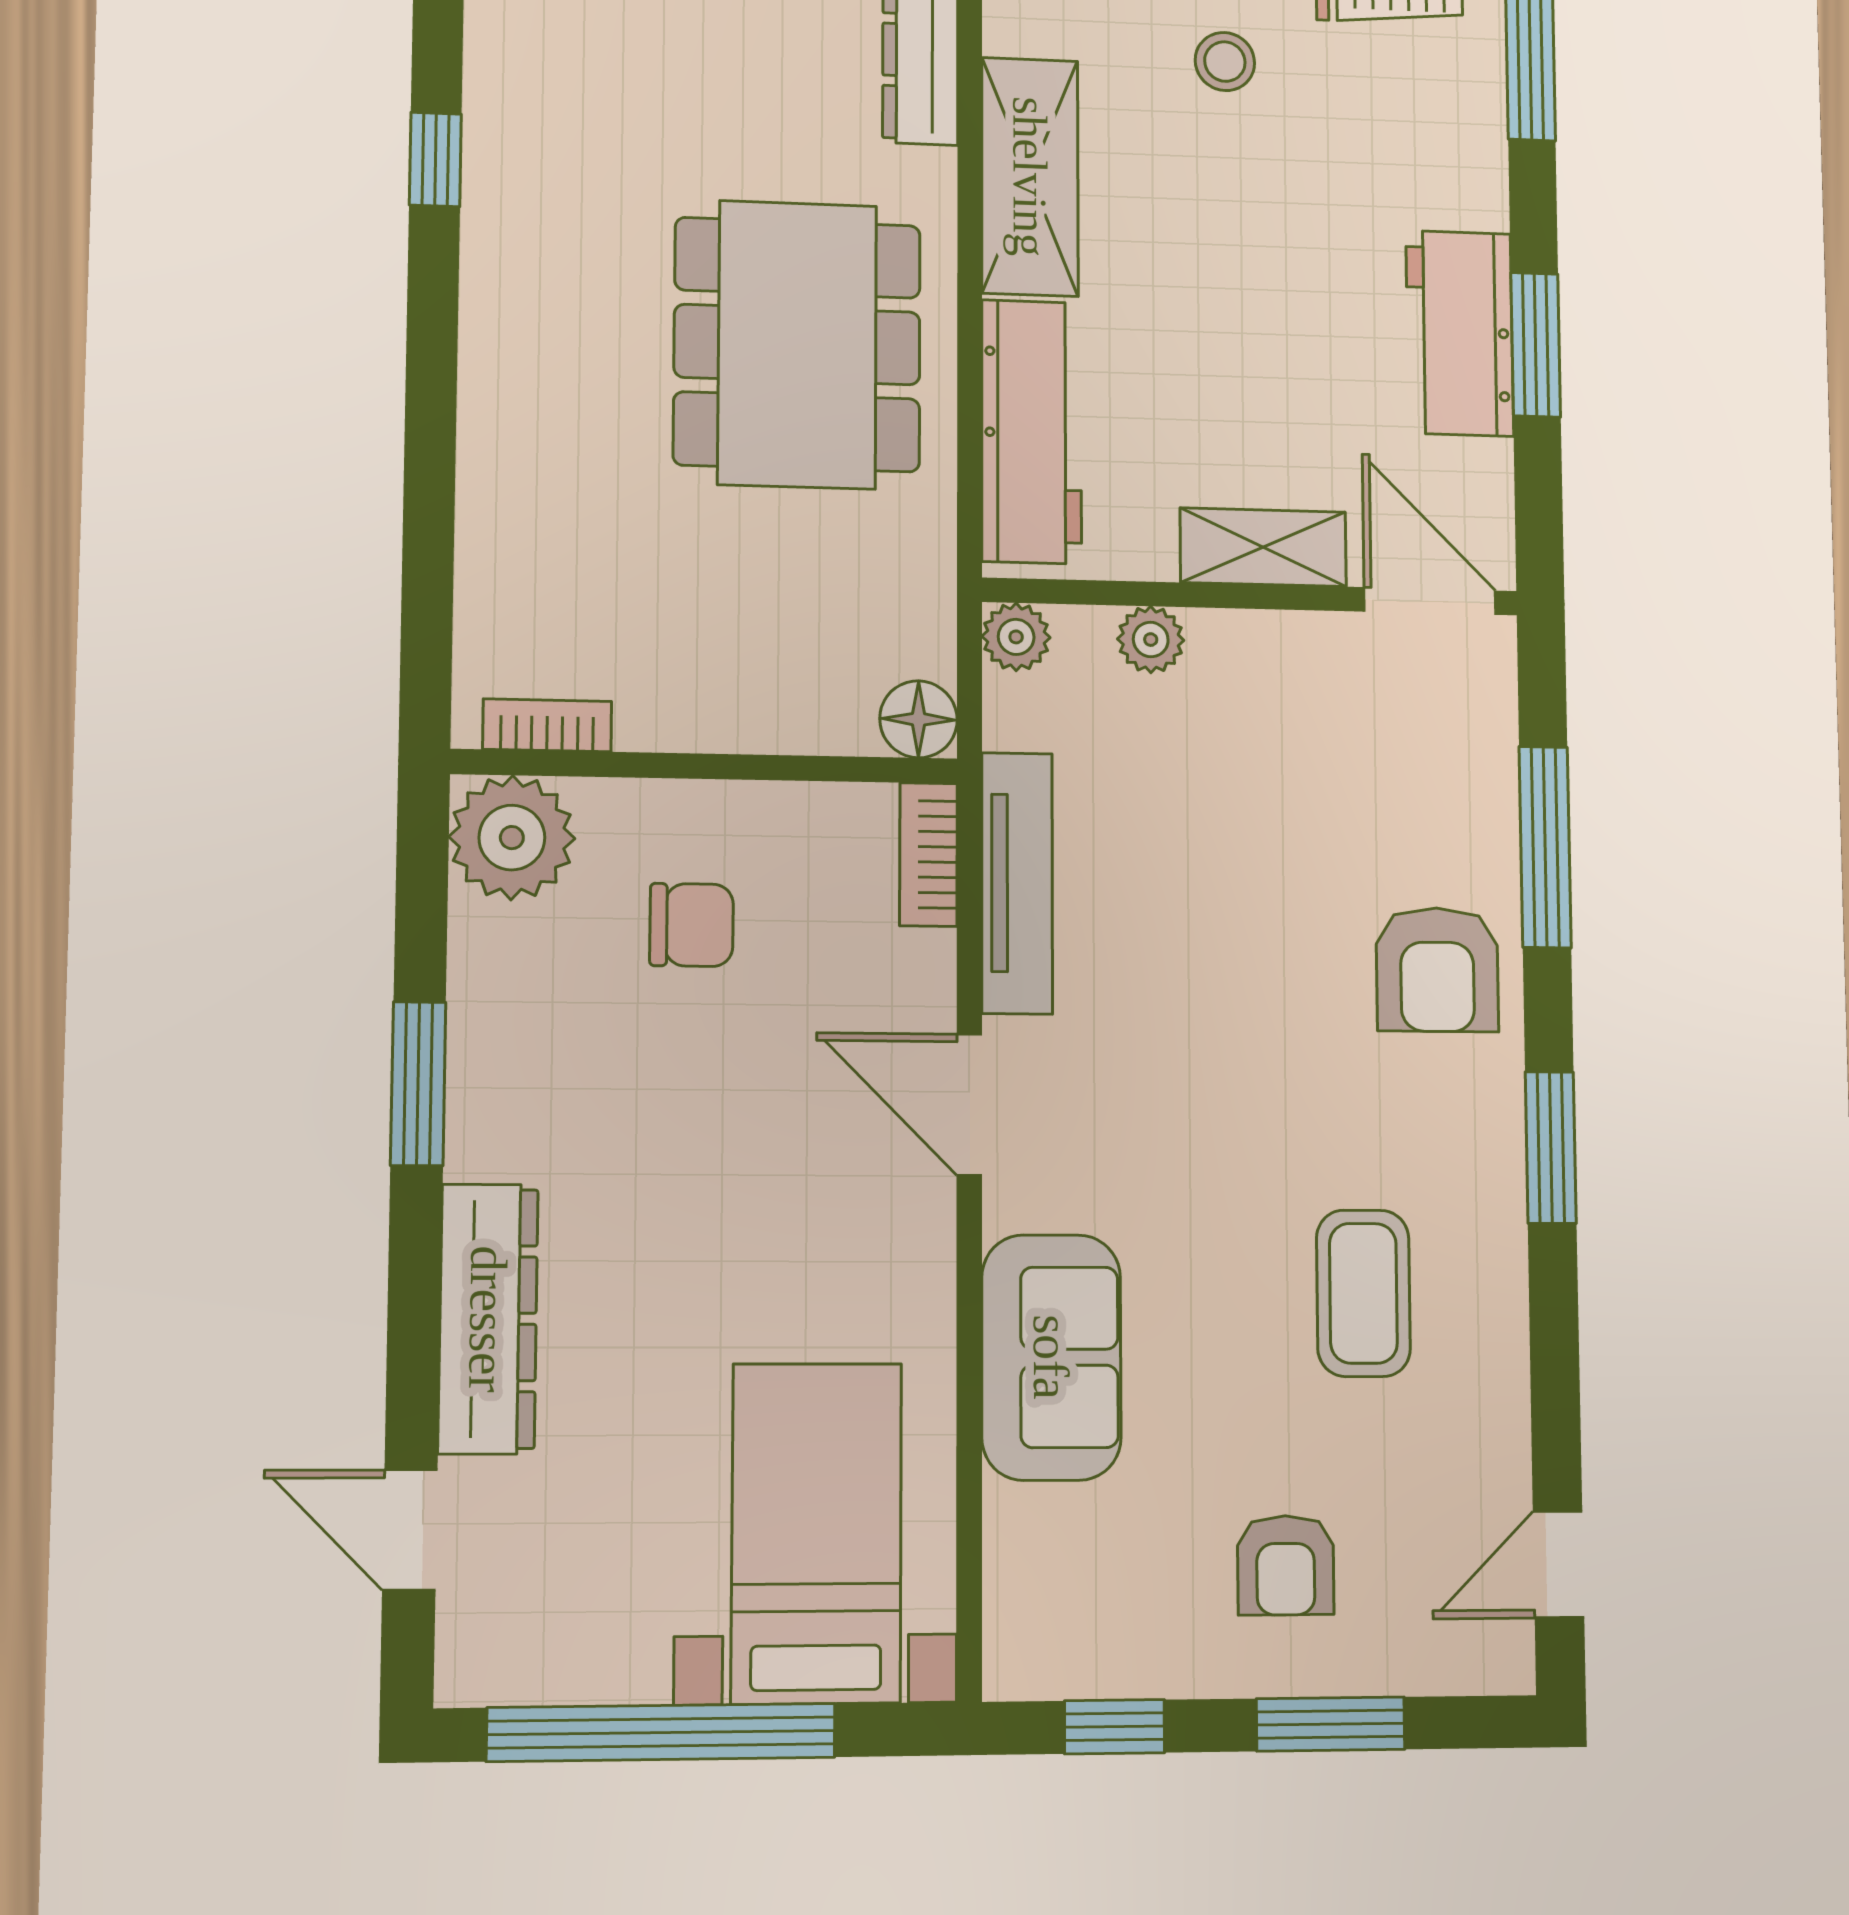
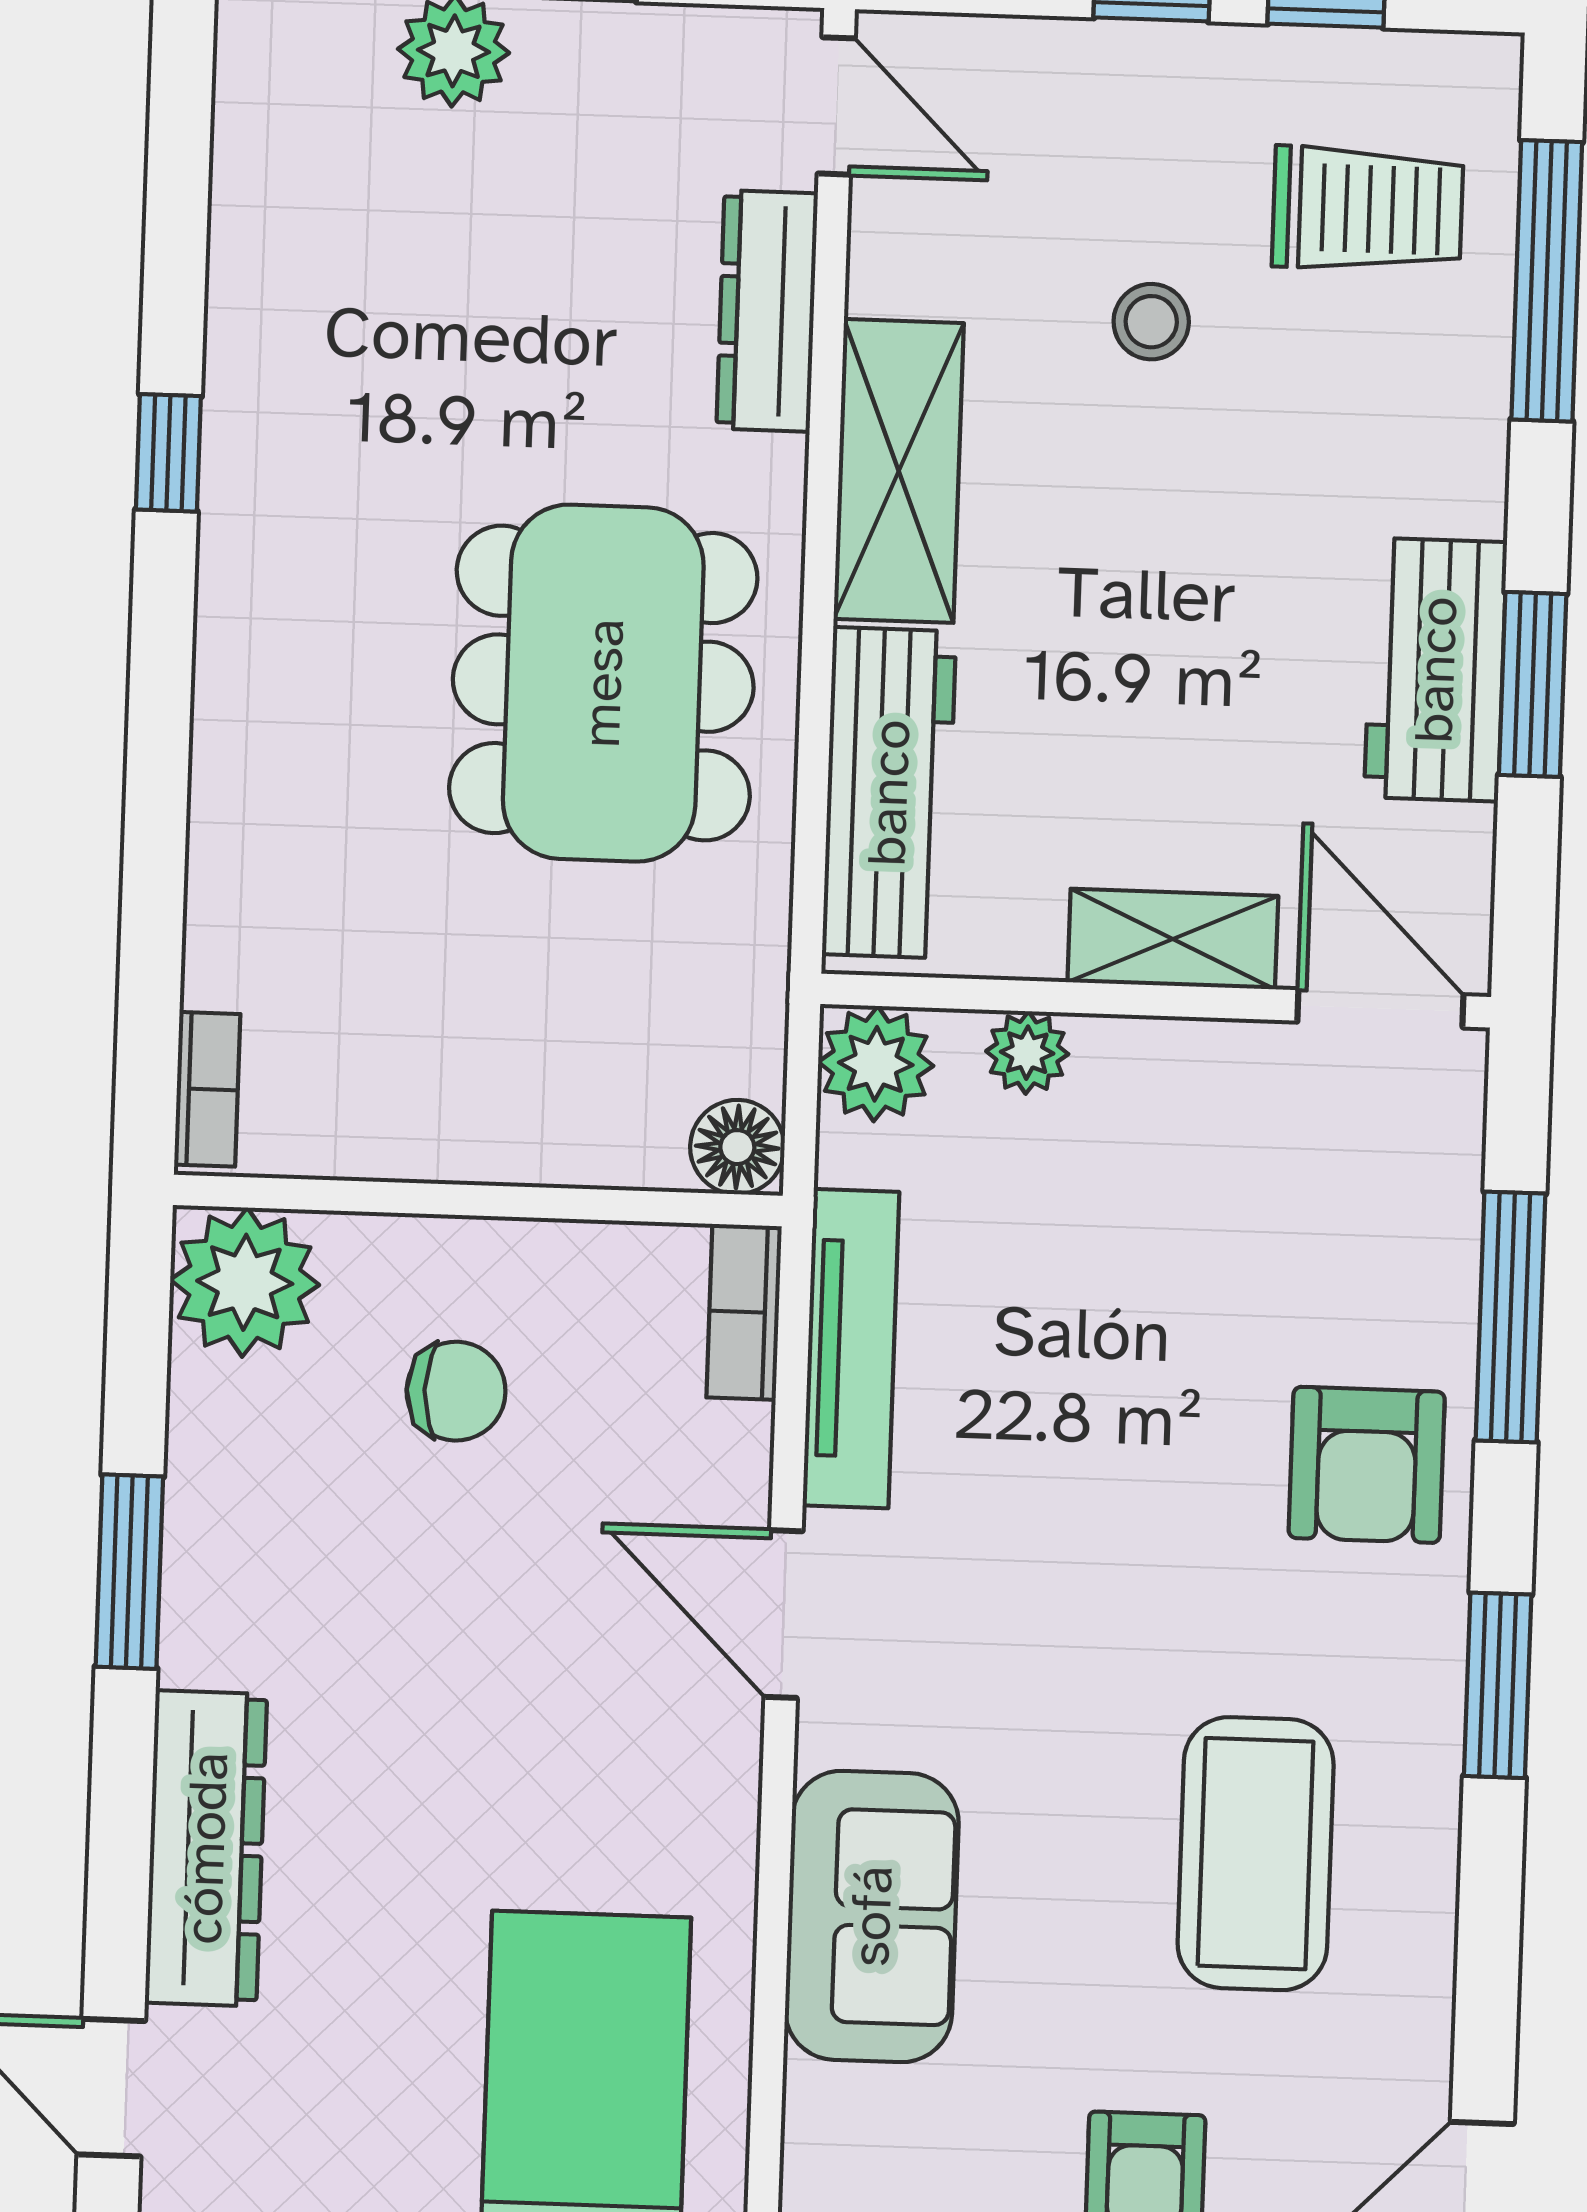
plant: (1016, 637) -> (876, 1064), width x1.38, depth x1.38
bookcase: (547, 725) -> (207, 1089), moved, turned 90
coffee table: (1363, 1293) -> (1256, 1854), width x1.36, depth x1.32

